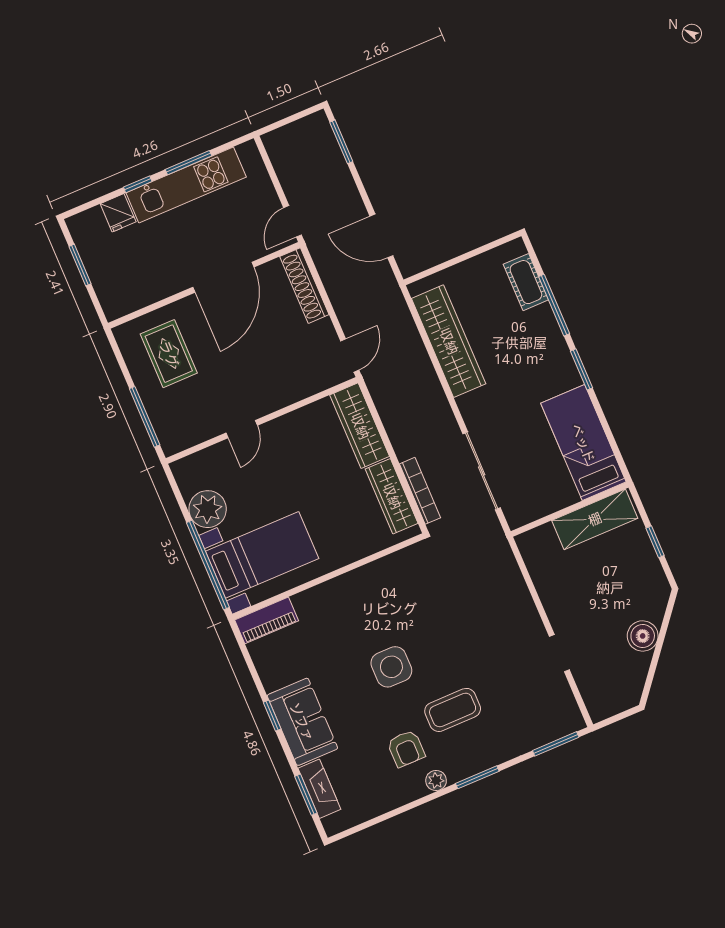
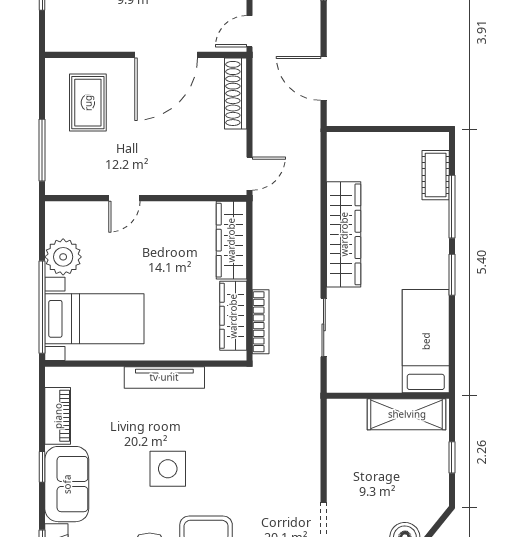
wardrobe: (449, 341) -> (344, 234), moved
sliding door: (482, 471) -> (324, 327), width x0.73
tv unit: (352, 582) -> (164, 377), added
piano: (267, 620) -> (58, 416), moved, turned -90

